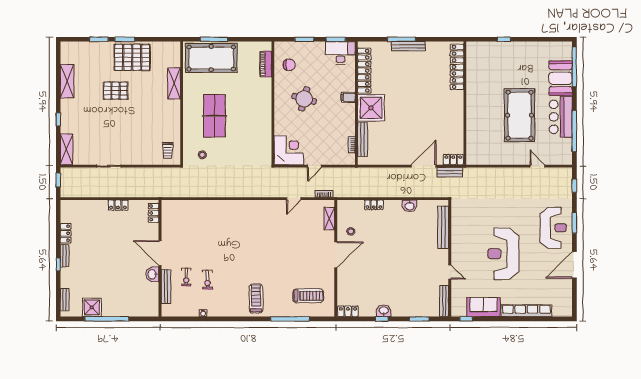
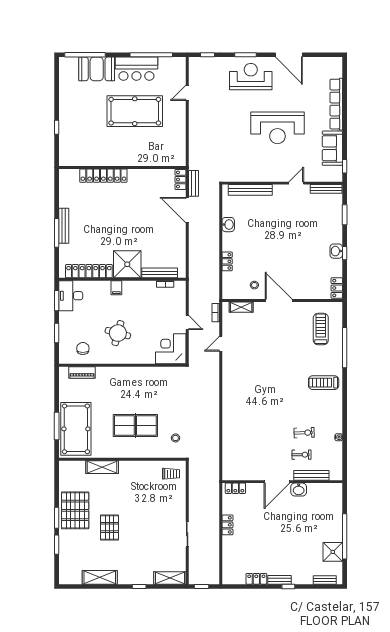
locker: (457, 67) -> (103, 176), moved
door: (294, 199) -> (221, 344), swing flipped

